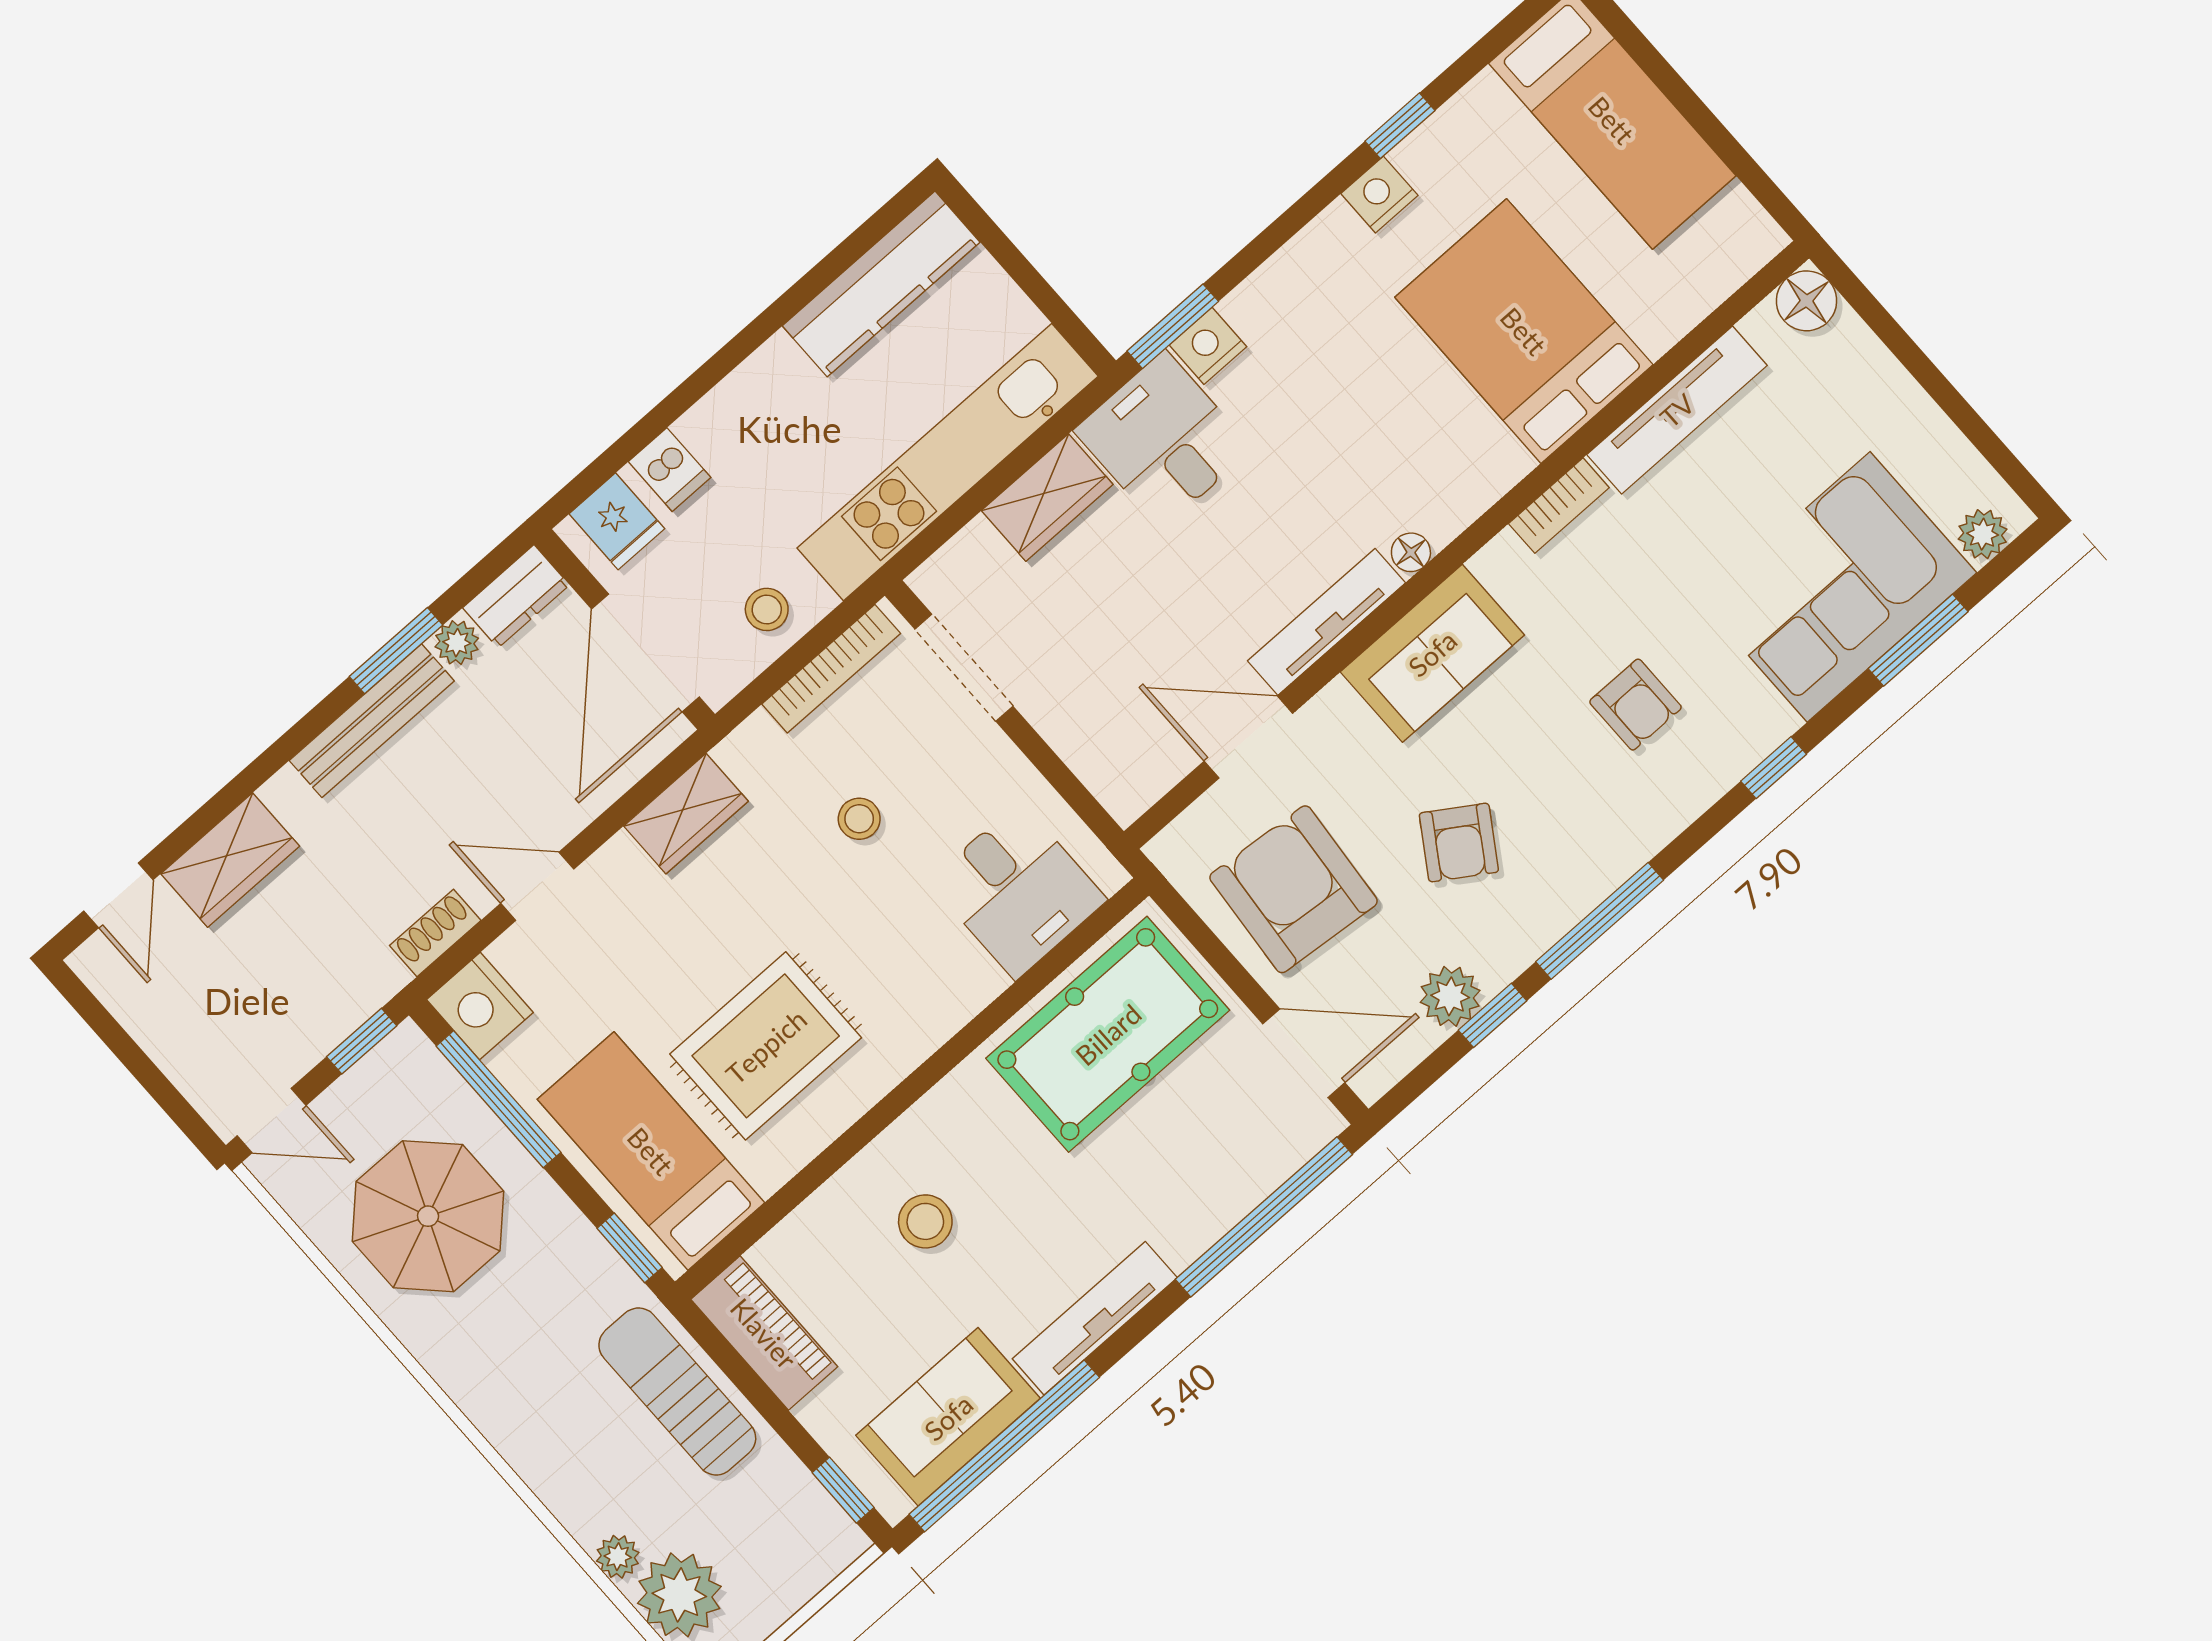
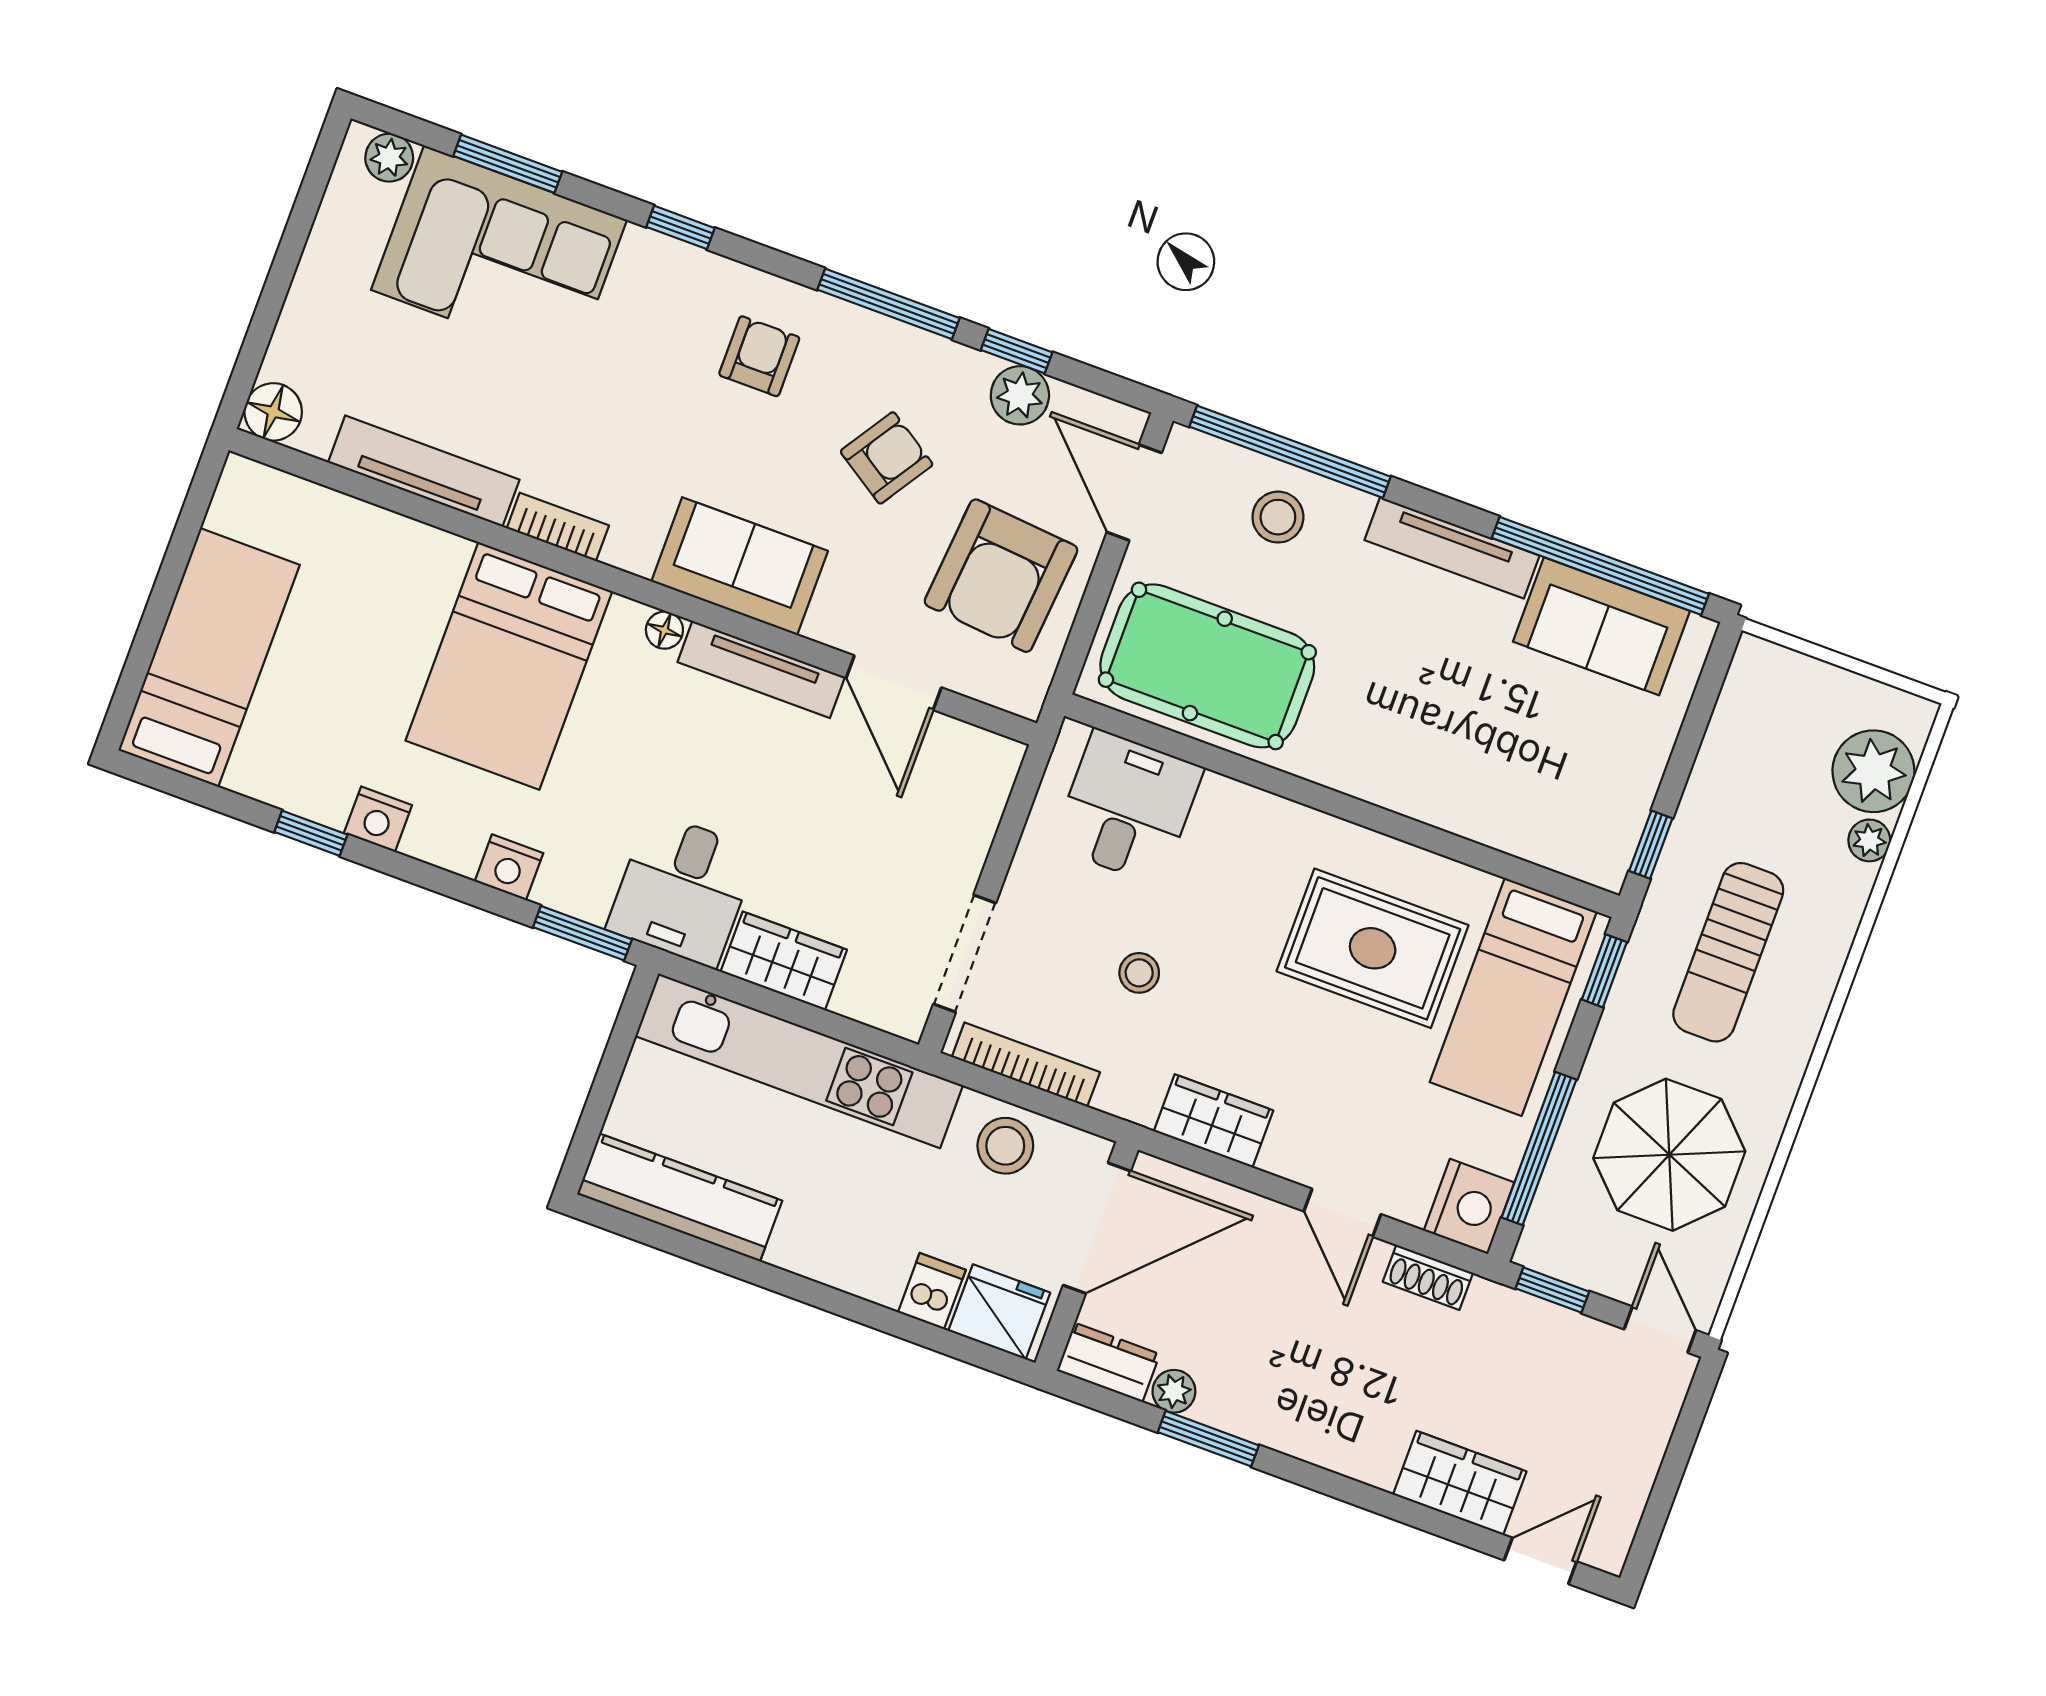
bed: (1524, 331) -> (509, 666), moved
nightstand: (1208, 346) -> (509, 867), moved
fridge: (617, 521) -> (999, 1312), width x1.38
stool: (767, 609) -> (1005, 1146), width x1.37, depth x1.37
armchair: (1636, 705) -> (759, 356), moved
bench: (372, 721) -> (1278, 1427), removed
stool: (925, 1221) -> (1278, 517), moved
piano: (764, 1333) -> (1615, 819), removed
sun lounger: (677, 1392) -> (1728, 952), moved
window: (843, 1490) -> (1651, 845), moved

